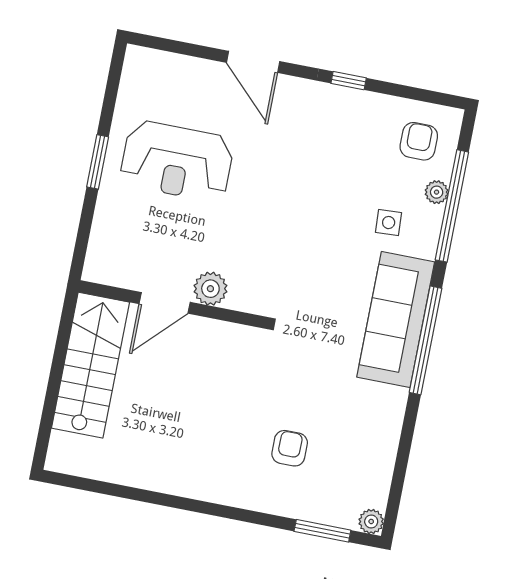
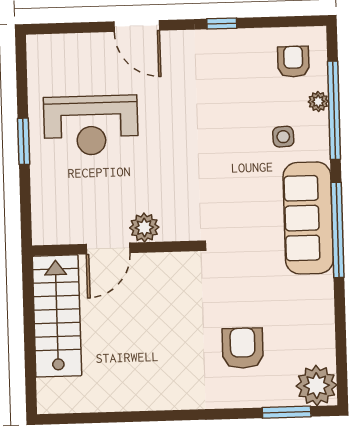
armchair: (290, 448) -> (243, 348), width x1.38, depth x1.38
plant: (371, 521) -> (317, 386), width x1.87, depth x1.87

